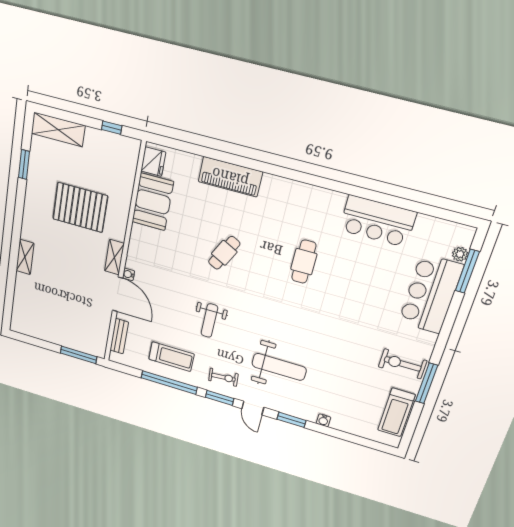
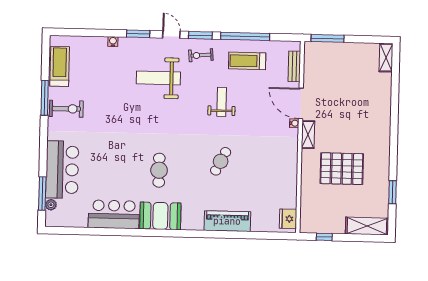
booth: (153, 202) -> (160, 216), moved, turned 90
shelving: (25, 257) -> (386, 58), moved

